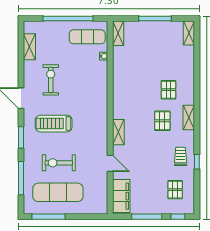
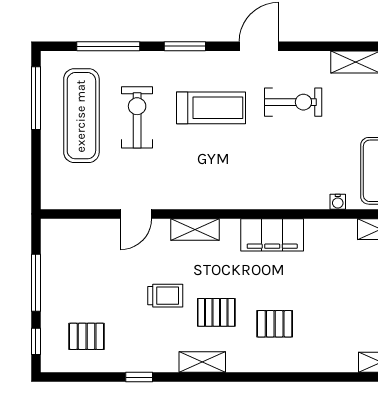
shelving: (189, 117) -> (202, 362), moved
treadmill: (54, 124) -> (211, 108), turned 90
trolley: (181, 156) -> (165, 296), moved
filing cabinet: (121, 196) -> (272, 235), moved

